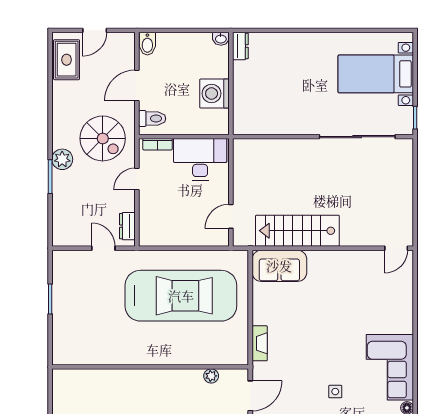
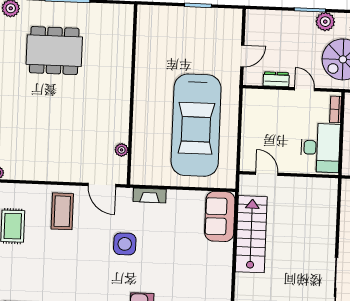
dresser: (127, 226) -> (276, 79), moved
side table: (335, 392) -> (125, 244), moved, width x1.87, depth x1.87

